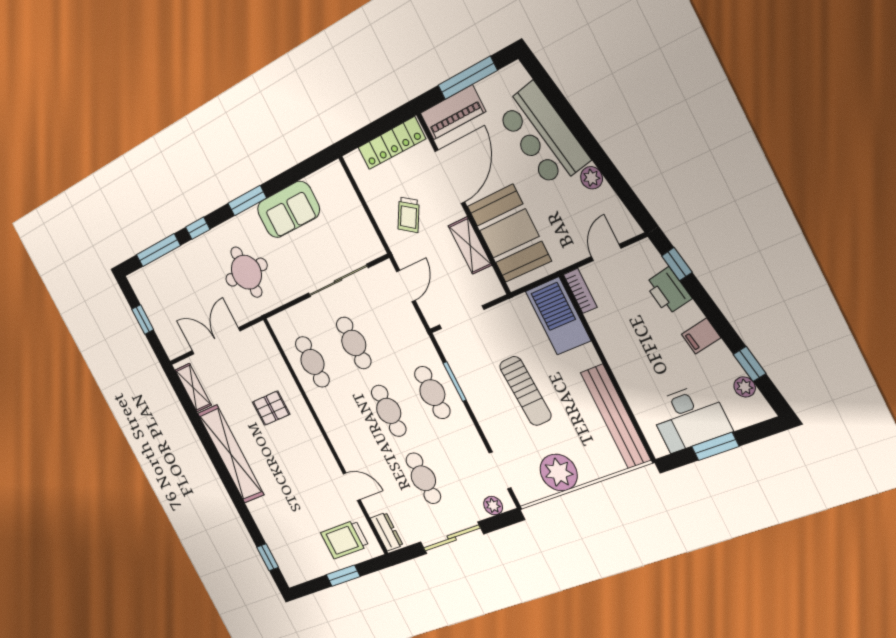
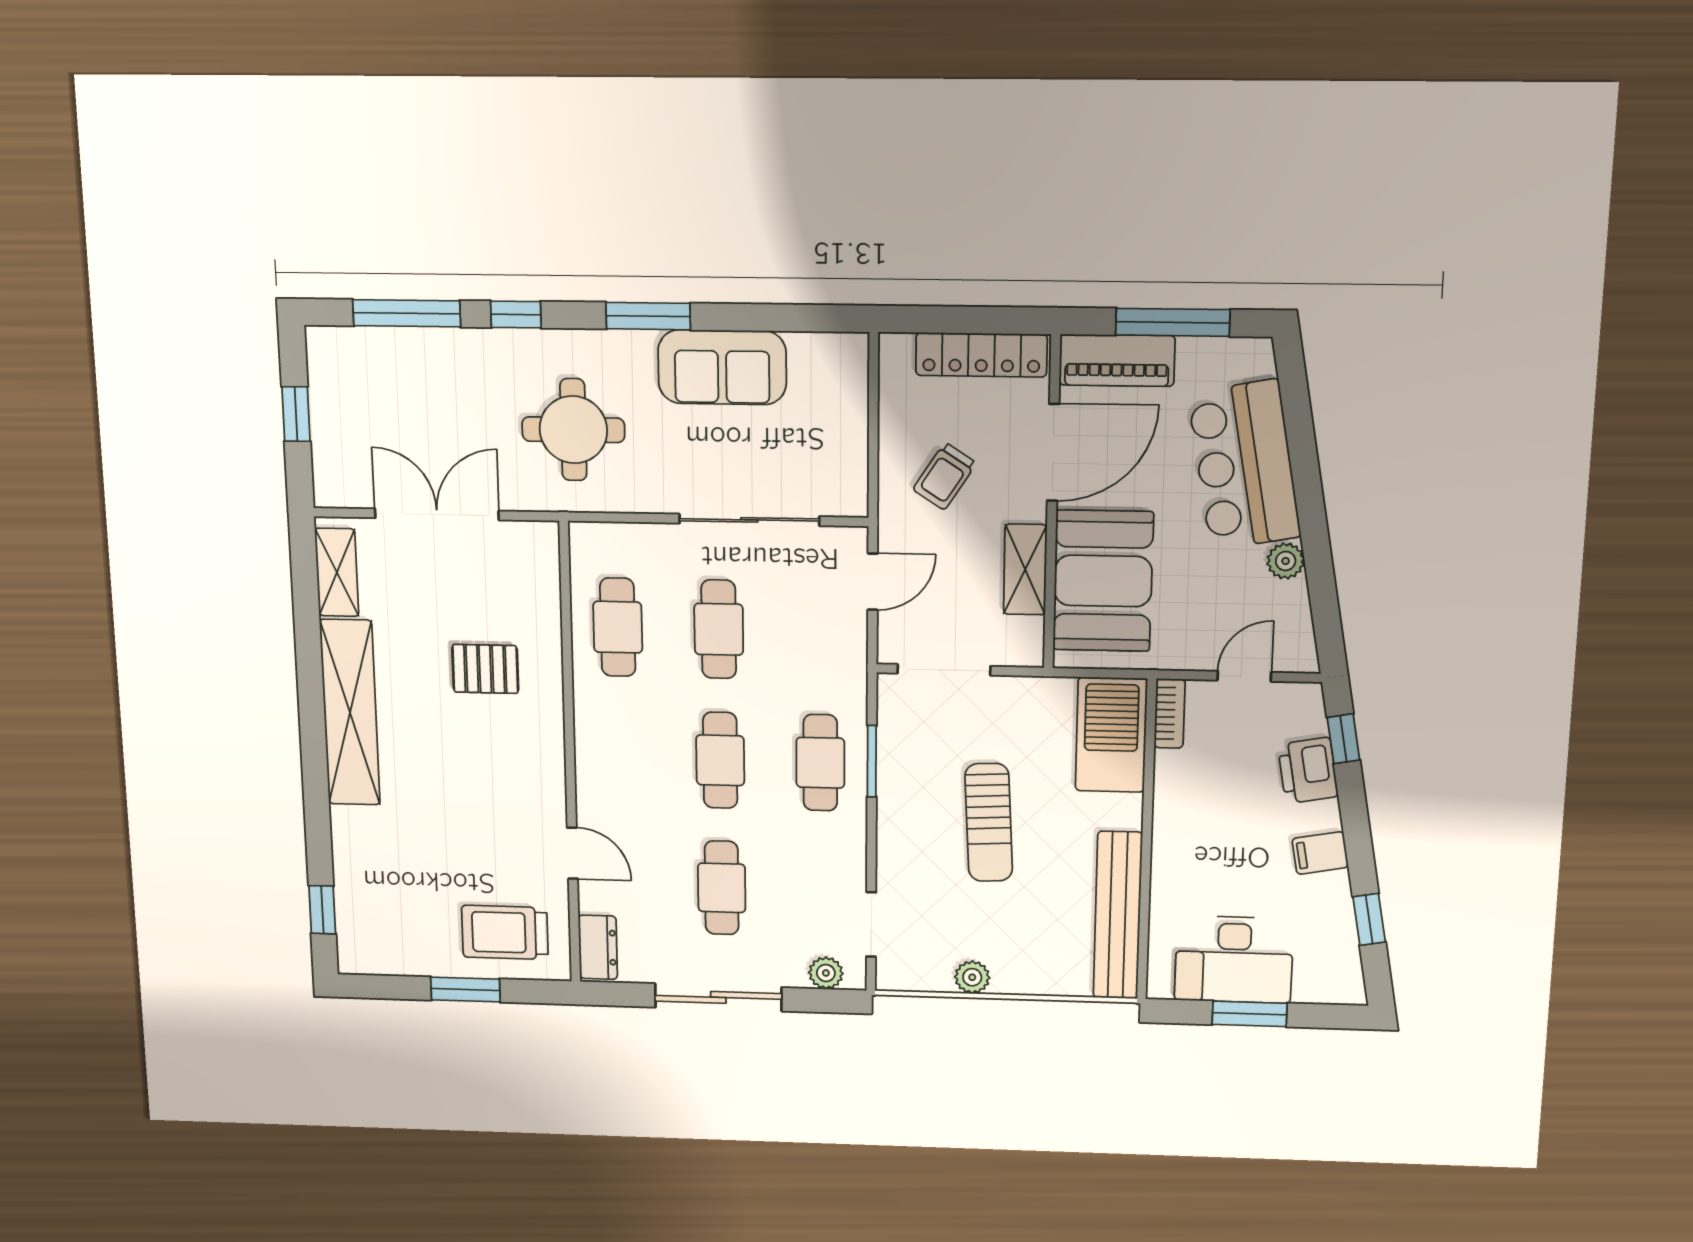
plant: (745, 387) -> (1343, 948), removed
plant: (559, 473) -> (972, 977), width x0.53, depth x0.53

